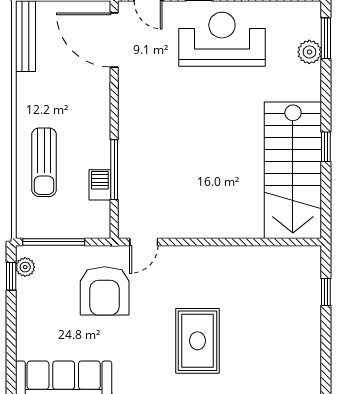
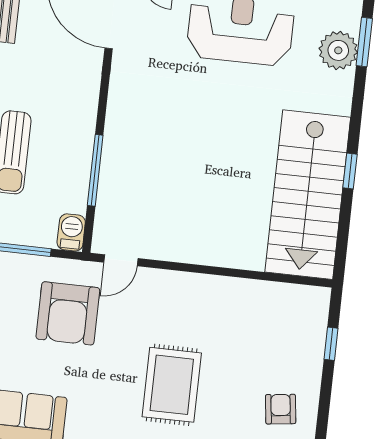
plant: (309, 52) -> (338, 50), width x1.36, depth x1.36
barbecue: (100, 185) -> (71, 232), moved
armchair: (290, 351) -> (281, 409), added

